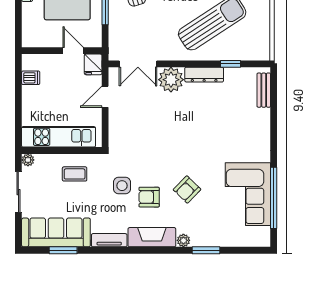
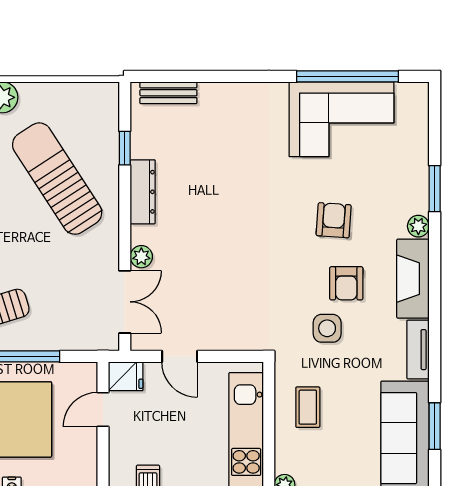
plant: (171, 80) -> (141, 257), width x0.53, depth x0.53
armchair: (187, 190) -> (334, 220), turned -130

